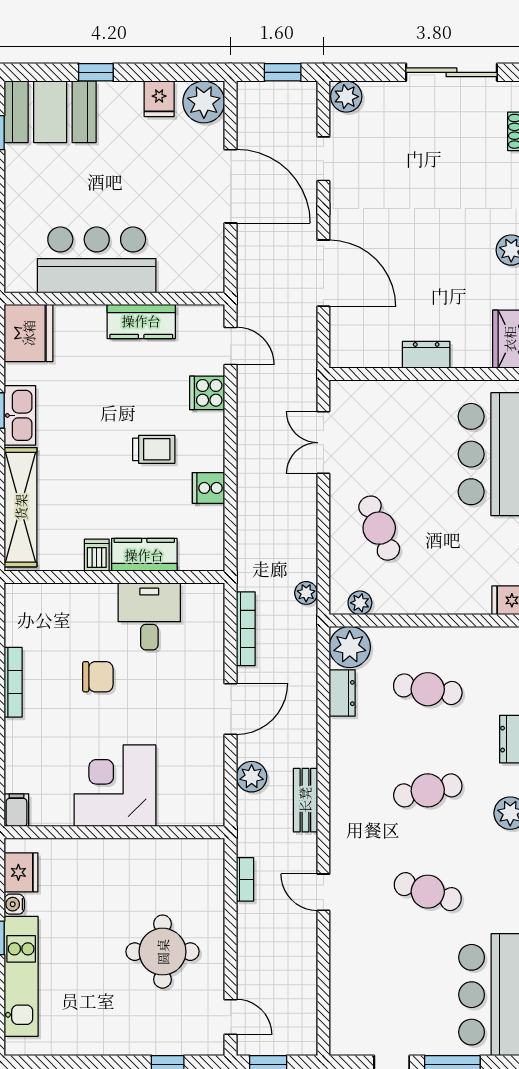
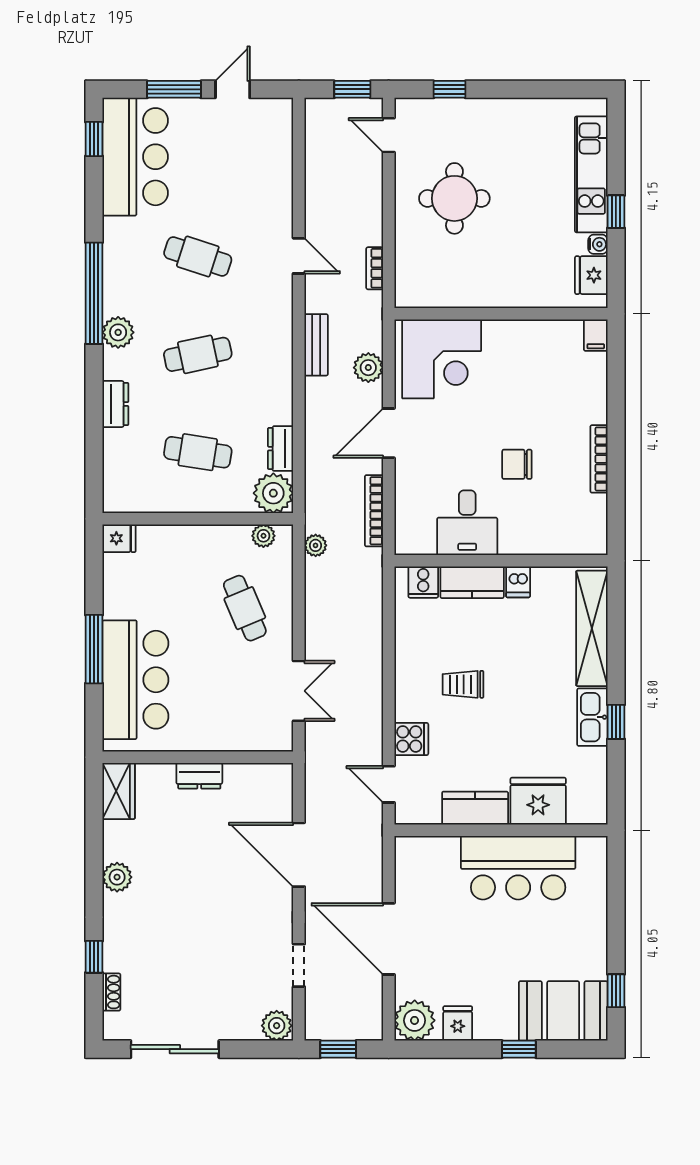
fridge: (29, 333) -> (538, 801), moved, turned 90
cooker: (208, 488) -> (423, 582), moved, turned 90
corner desk: (115, 786) -> (442, 359), moved

